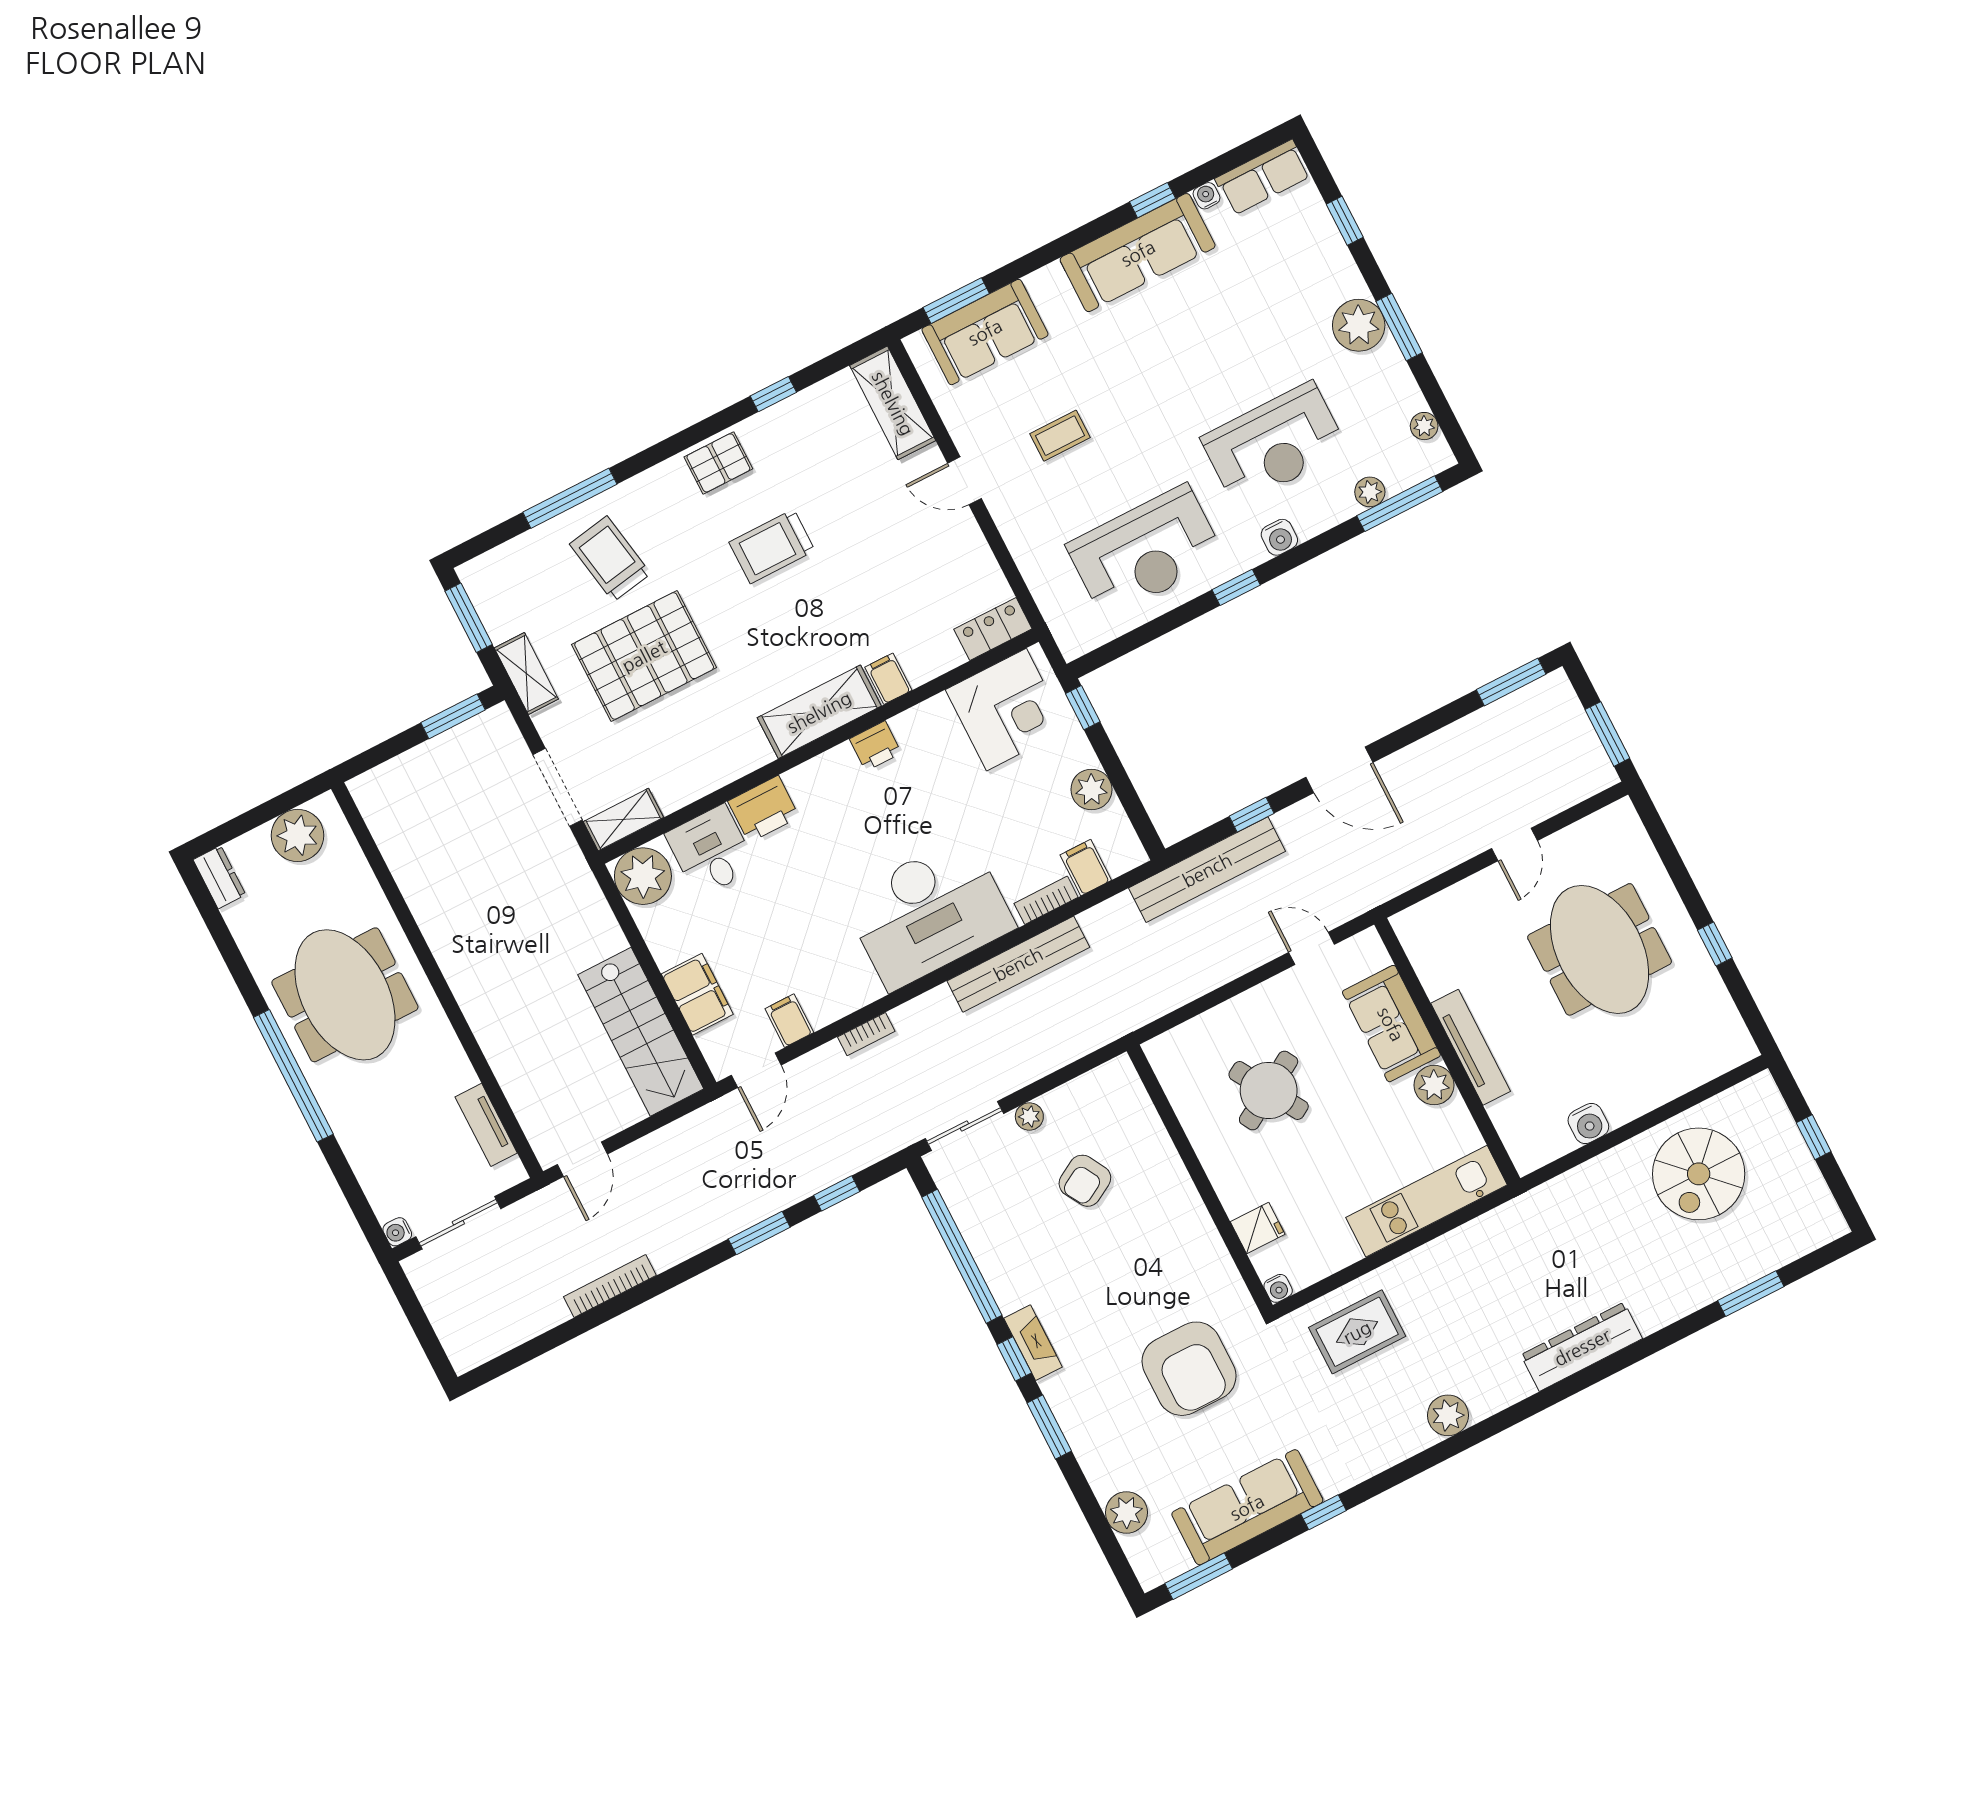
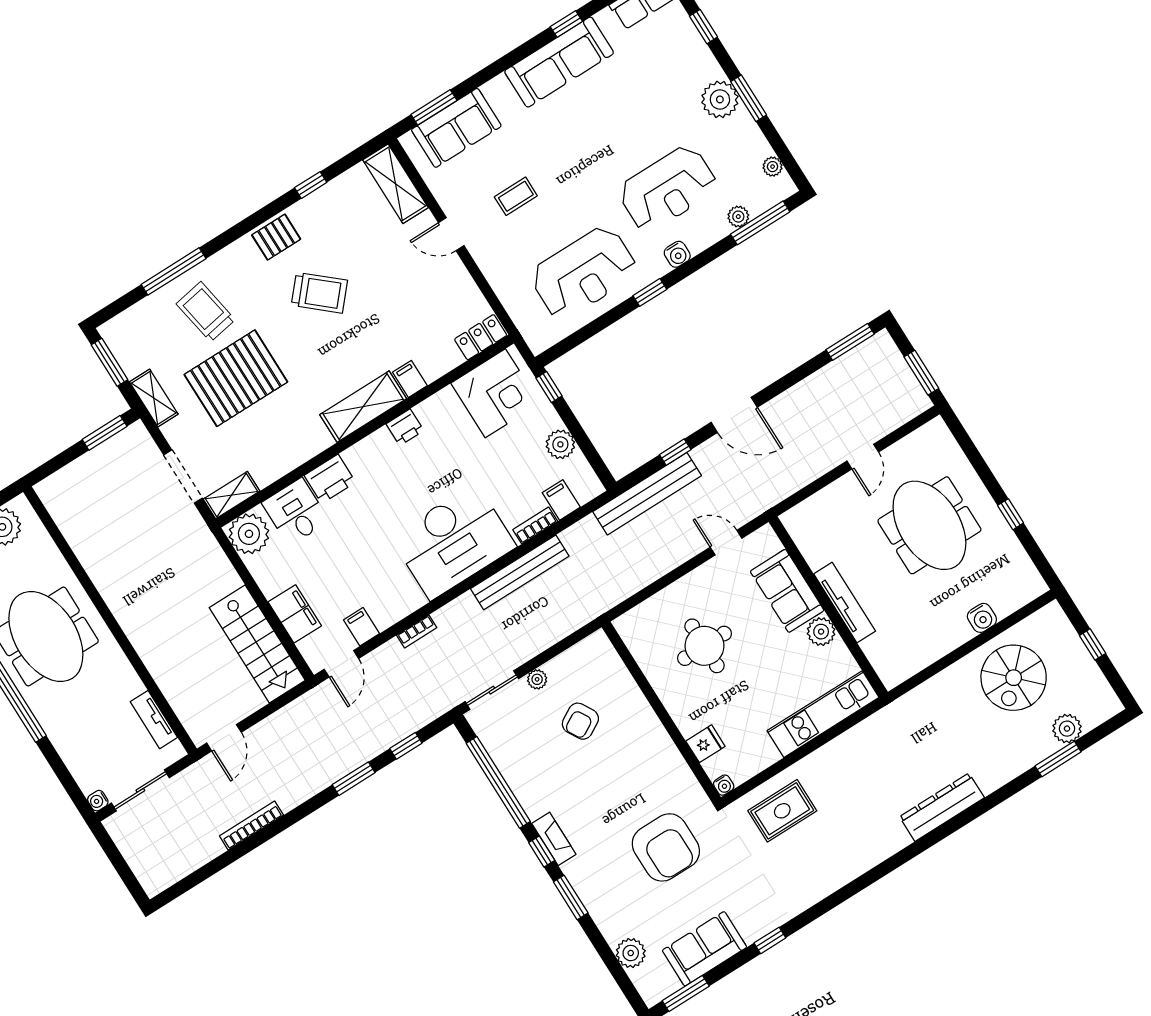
water cooler: (1206, 196) -> (604, 18), removed
trolley: (772, 546) -> (319, 293), turned -139
round table: (1269, 1090) -> (704, 646), turned 31
water cooler: (1588, 1124) -> (982, 618), moved
plant: (1448, 1415) -> (1067, 729), moved
sofa: (1247, 1507) -> (704, 949), width x0.73

